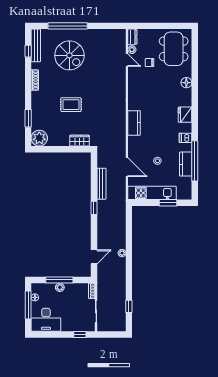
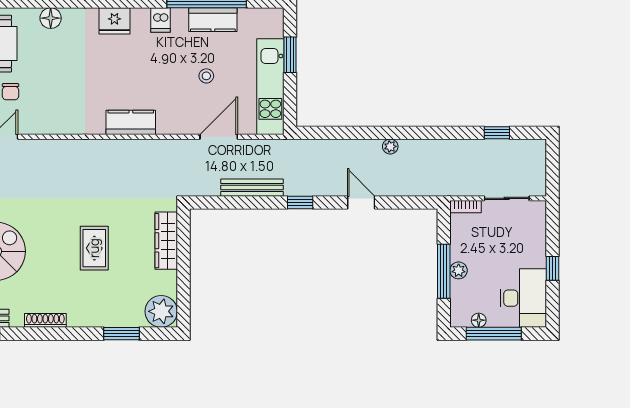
wardrobe: (80, 141) -> (166, 241), width x1.50
door: (94, 257) -> (361, 202), moved
window: (80, 334) -> (553, 268), moved

